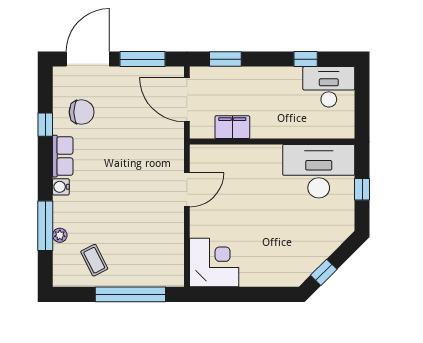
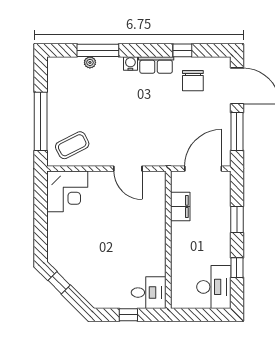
window: (225, 59) -> (237, 220), moved
desk: (319, 171) -> (149, 293), width x0.53, depth x0.77
coffee table: (94, 260) -> (72, 145), moved, width x1.36, depth x1.30

